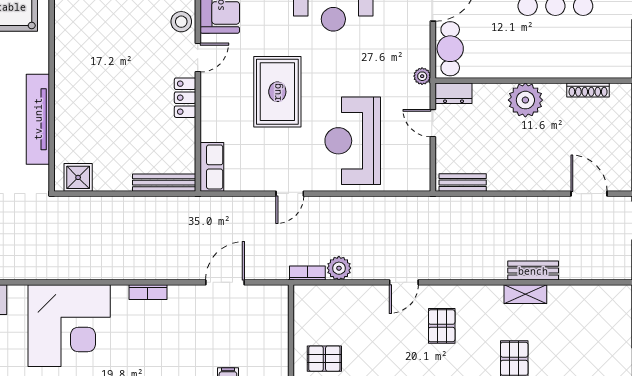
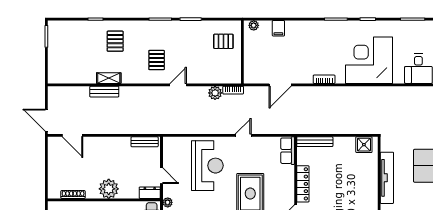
locker: (185, 98) -> (303, 184), width x1.53

